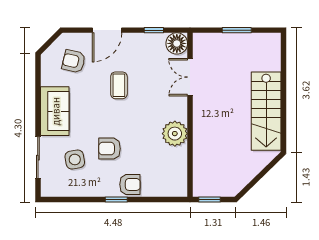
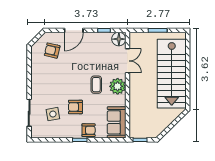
double door: (190, 77) -> (127, 61), swing flipped
coffee table: (119, 85) -> (96, 85), moved
sofa: (55, 111) -> (117, 122), moved, turned 180
stairs: (266, 111) -> (172, 74), width x1.36, depth x1.51
plant: (175, 134) -> (118, 86), moved

